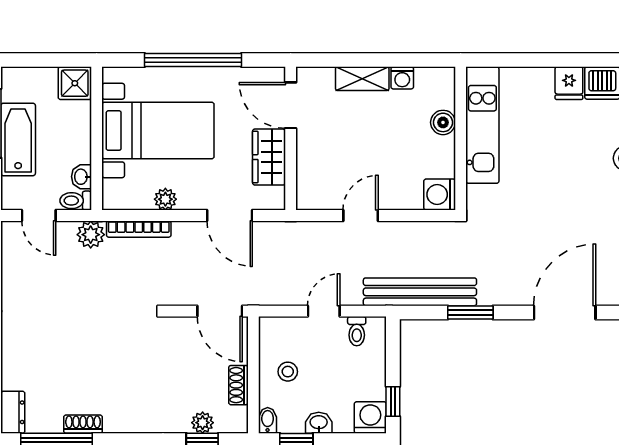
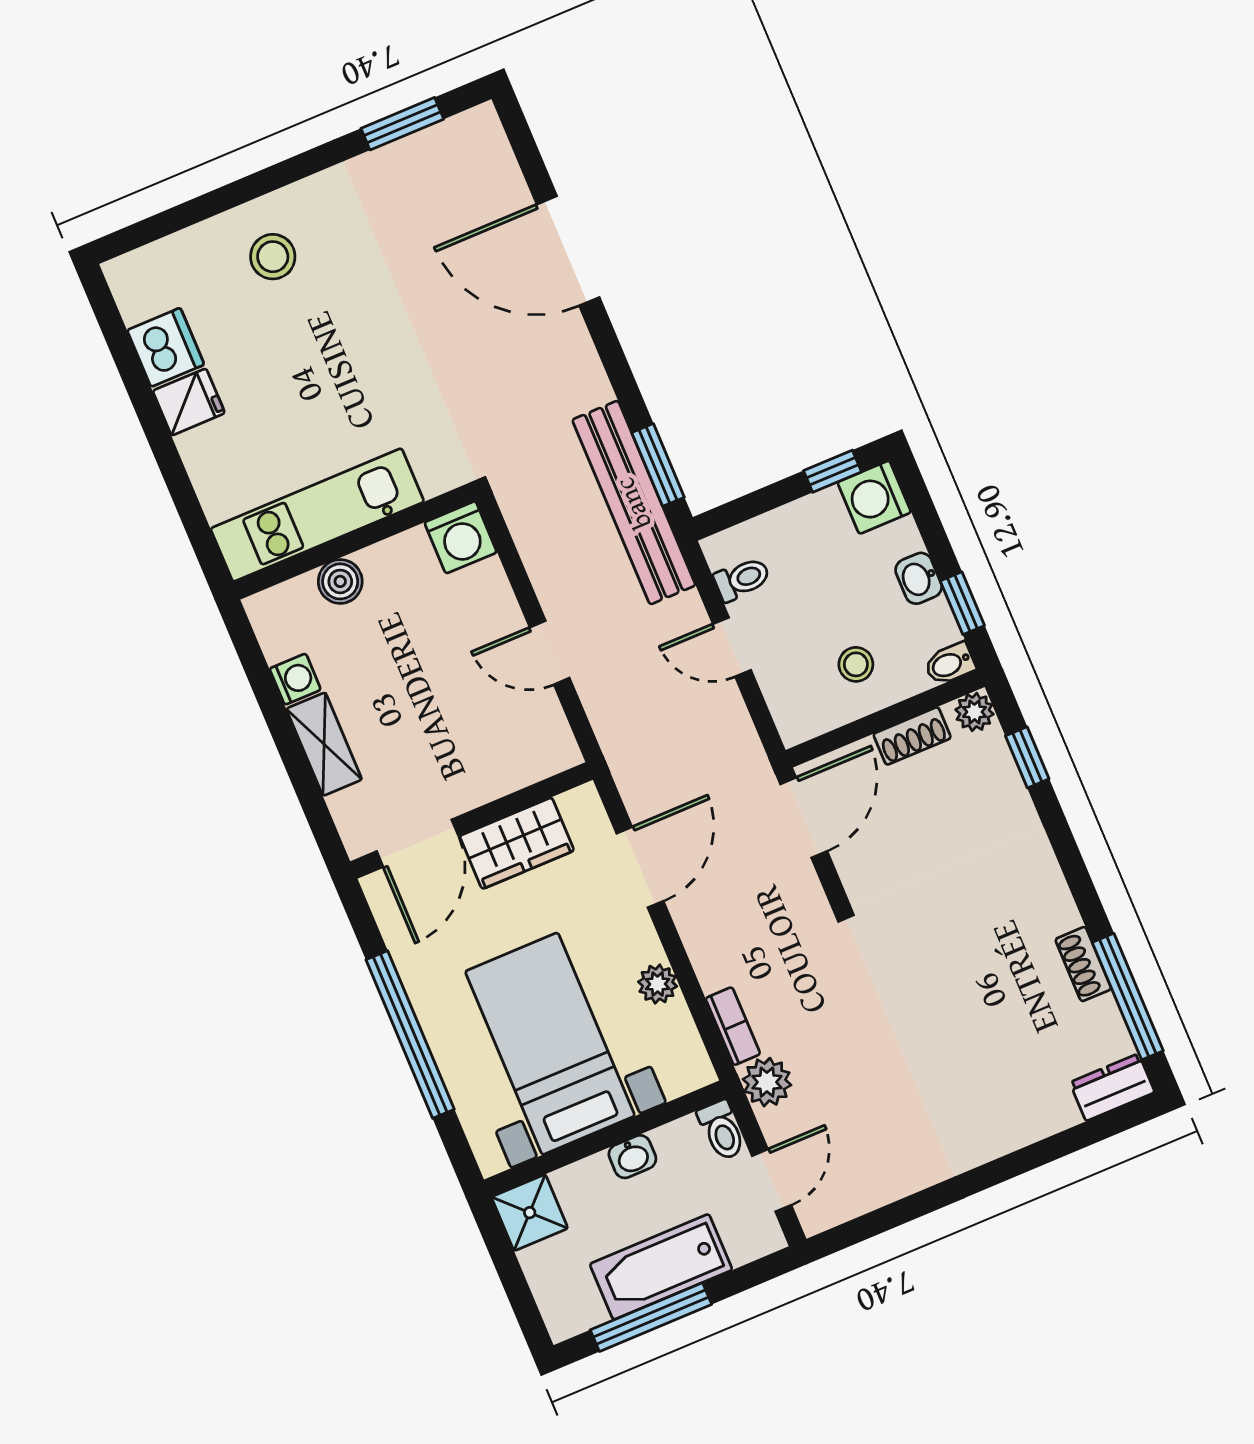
washbasin: (81, 177) -> (632, 1157), moved
bookcase: (139, 229) -> (733, 1026), width x0.64
window: (470, 313) -> (658, 465), moved
plant: (203, 423) -> (974, 712), moved

